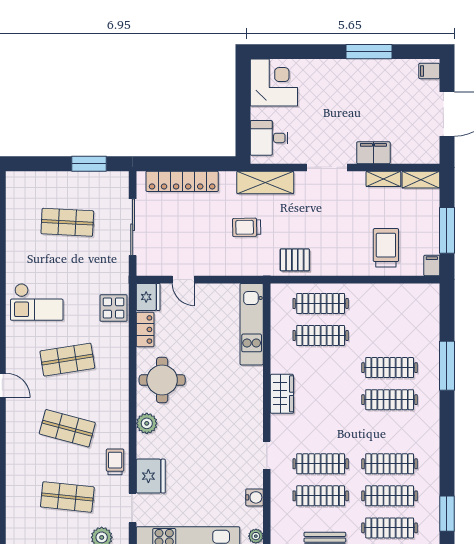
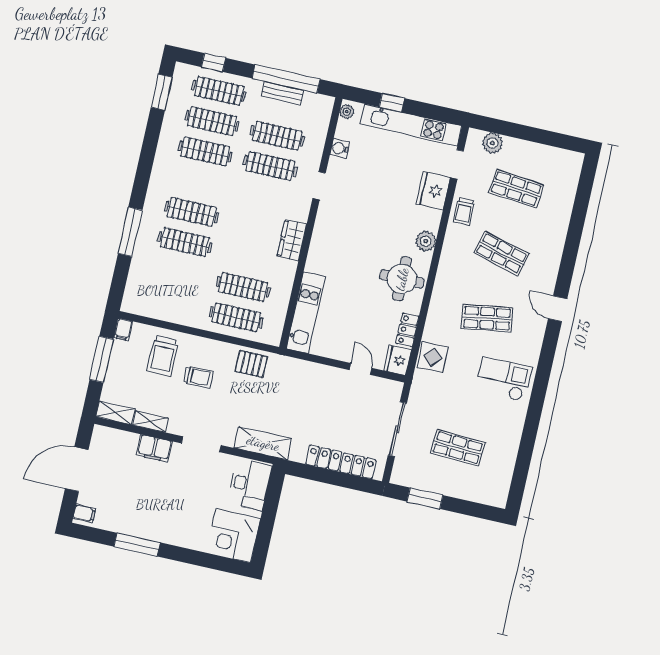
desk: (269, 138) -> (250, 484), width x1.37
trolley: (247, 227) -> (198, 377), moved

